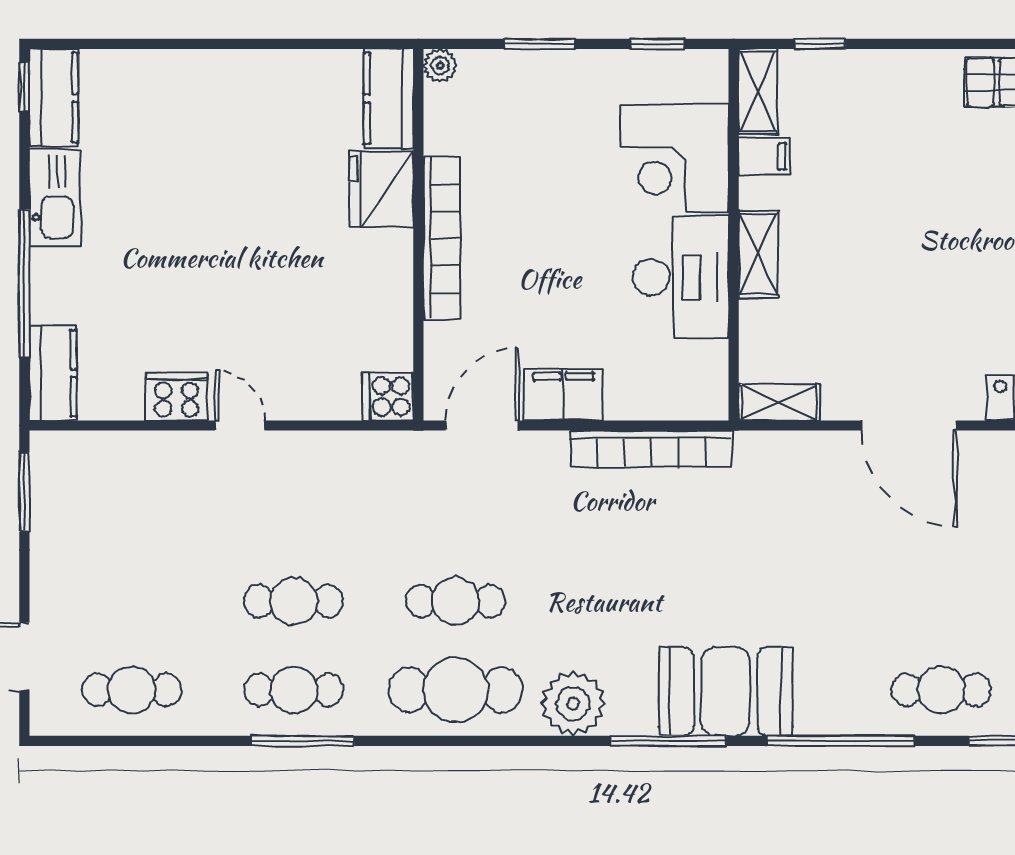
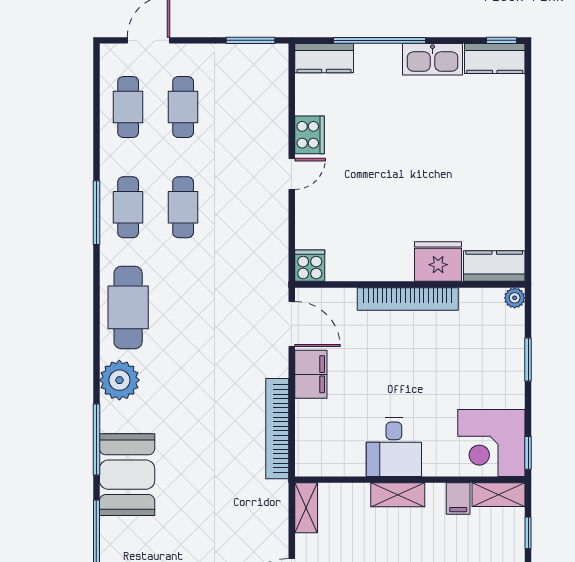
window: (657, 44) -> (528, 453), moved
corner desk: (674, 159) -> (491, 443), moved, turned -90
desk: (681, 277) -> (394, 447), width x0.73
cafe table: (456, 601) -> (183, 107), moved

